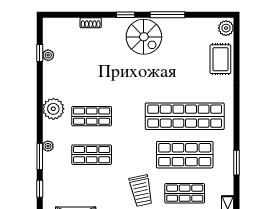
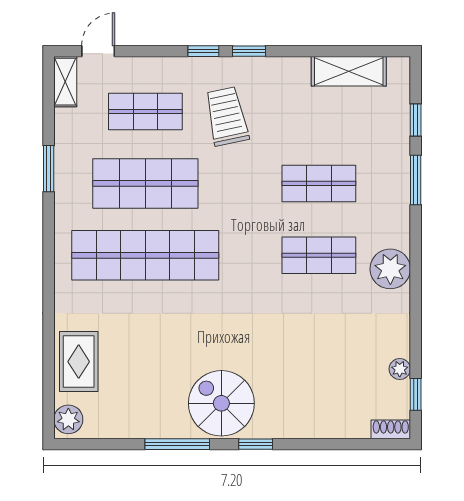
shoe rack: (91, 23) -> (391, 429), moved
window: (40, 53) -> (416, 394), moved
plant: (48, 146) -> (400, 200), removed

